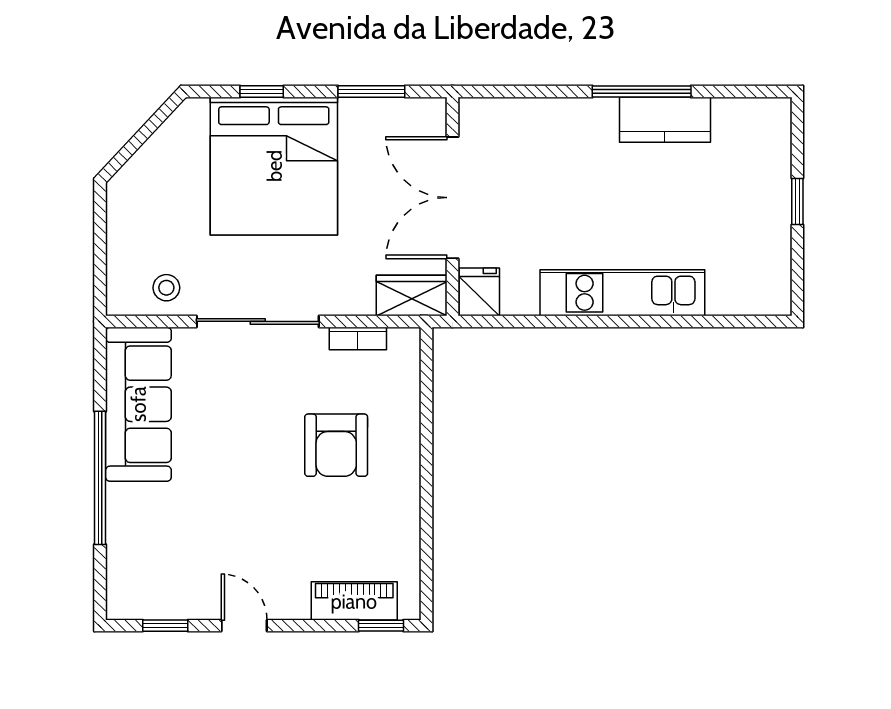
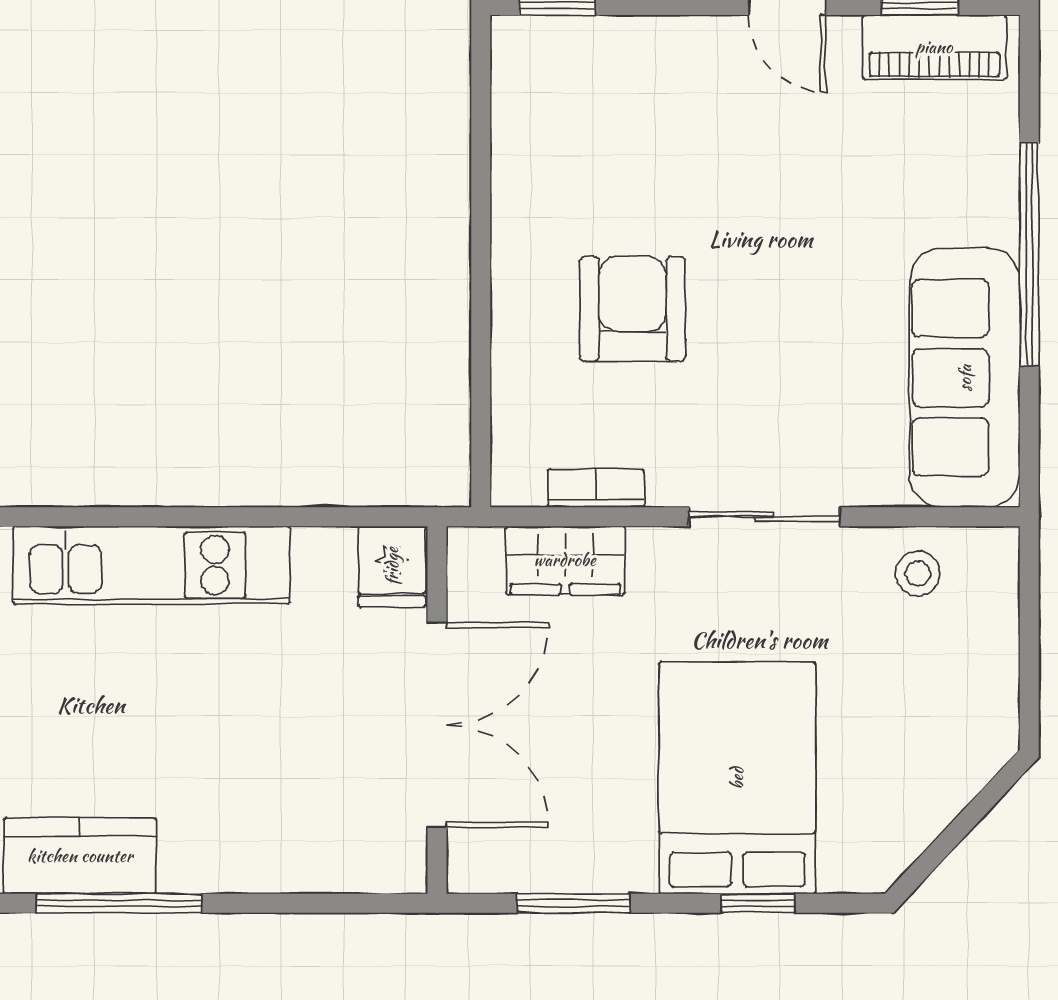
bed: (274, 166) -> (737, 778), width x0.73
wardrobe: (412, 295) -> (565, 560), moved
sliding door: (258, 321) -> (764, 517), width x0.73
piano: (354, 601) -> (934, 47), moved

